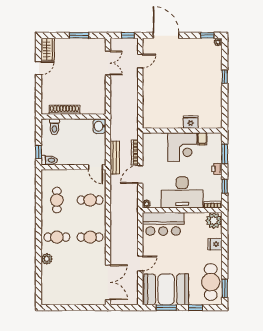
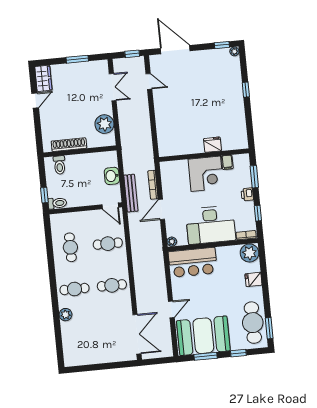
door: (140, 61) -> (149, 81), hinge flipped
plant: (97, 95) -> (104, 124), added
washbasin: (99, 126) -> (112, 176), moved

